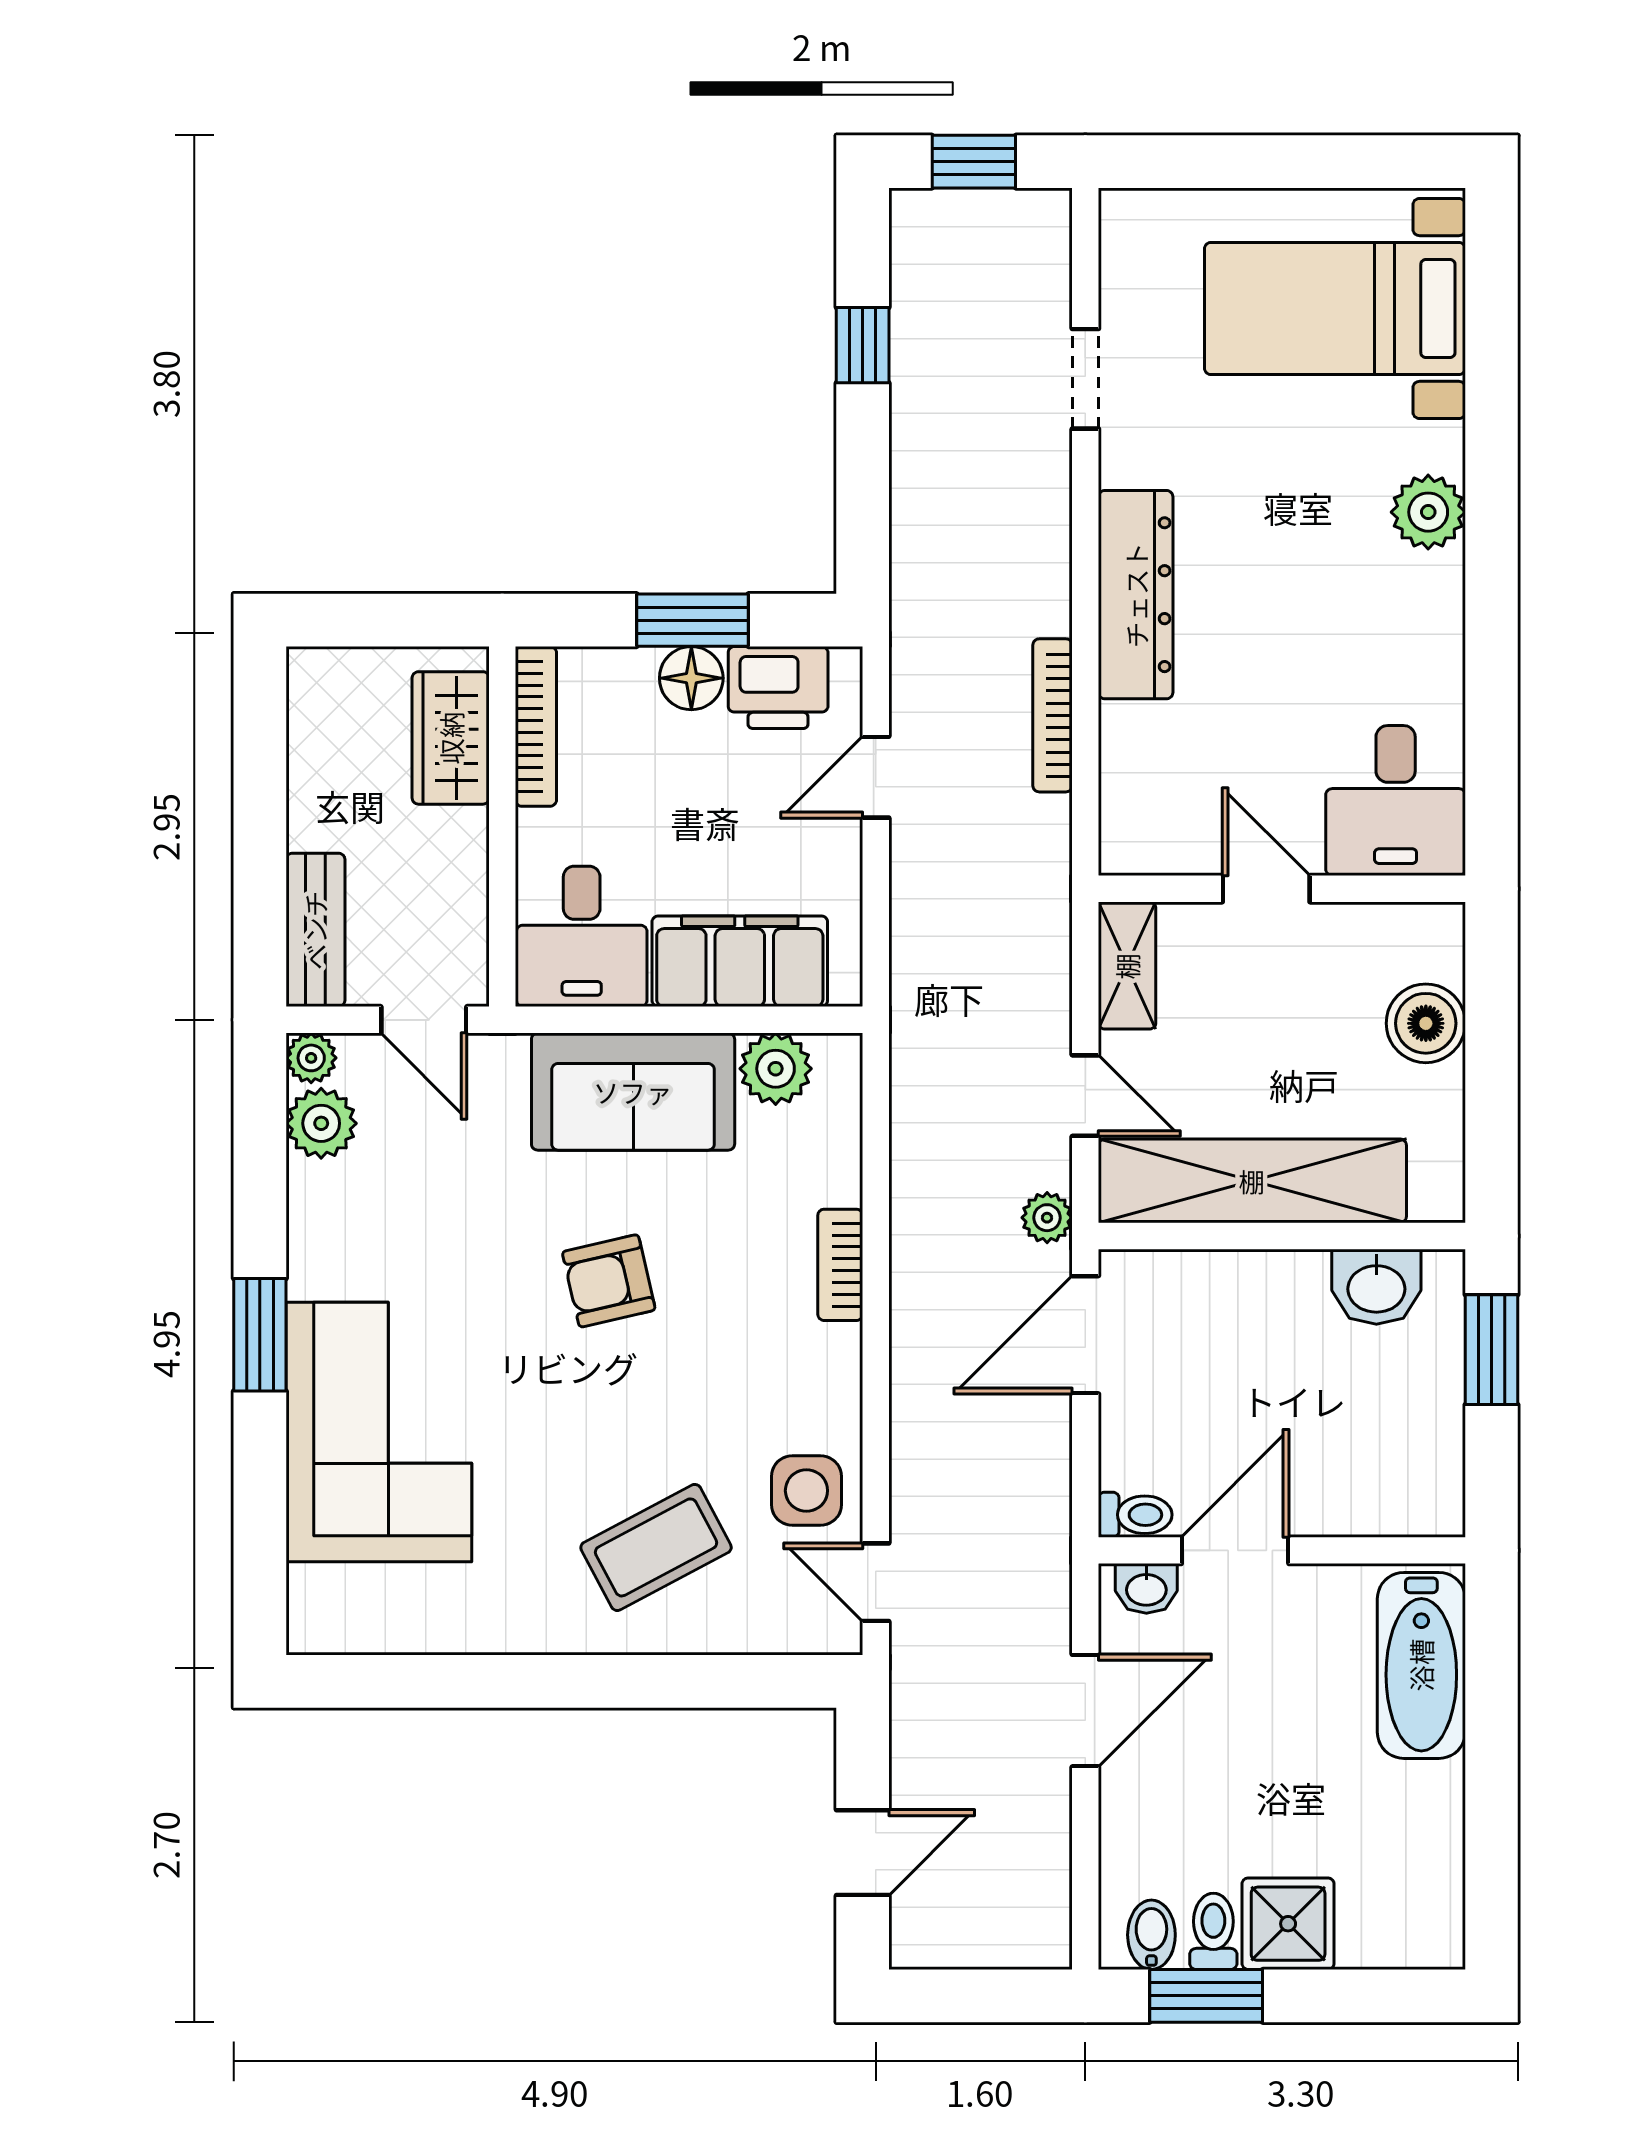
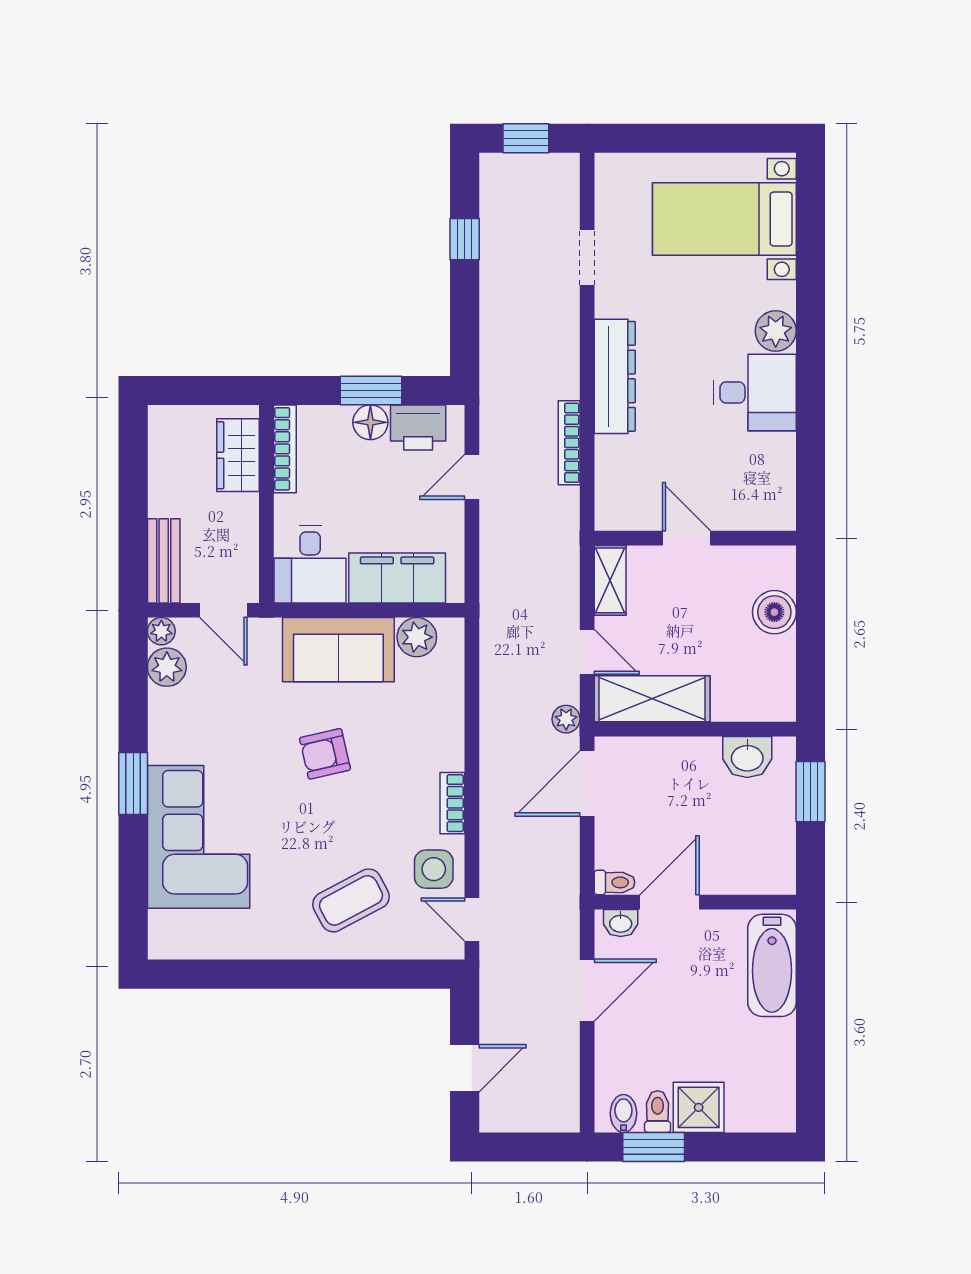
desk: (1396, 801) -> (755, 393), moved, turned -90
shelving: (1252, 1181) -> (652, 699), width x0.68
bookcase: (840, 1265) -> (452, 803), moved

